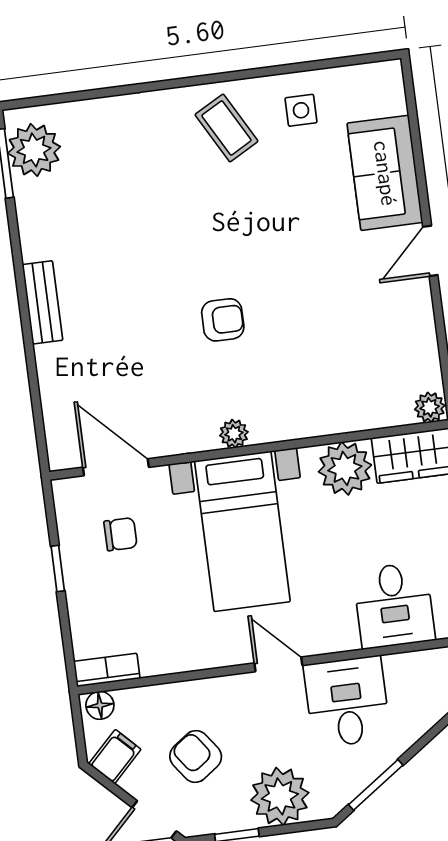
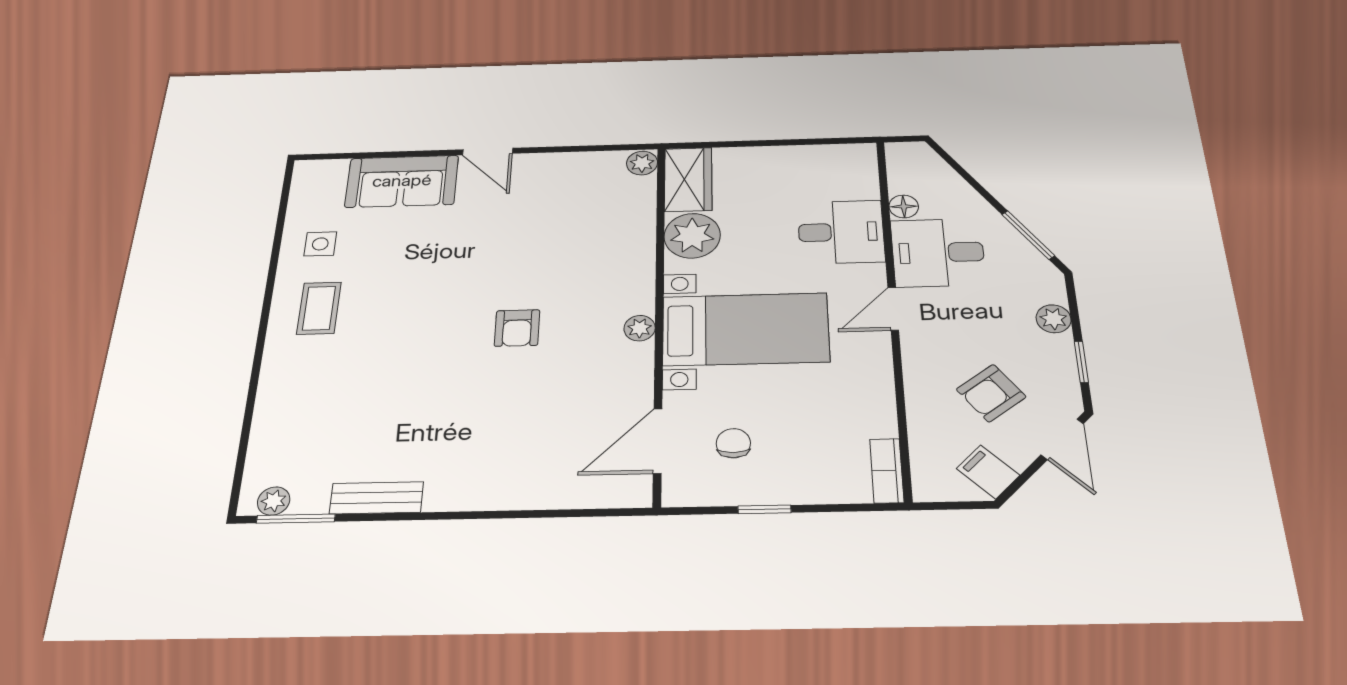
coffee table: (226, 128) -> (319, 308), turned -61
plant: (34, 150) -> (274, 501), width x0.53, depth x0.53
bench: (42, 302) -> (377, 498), moved
armchair: (223, 320) -> (517, 328), turned 180
desk: (394, 605) -> (841, 232), moved
floor lamp: (100, 705) -> (904, 206), moved
plant: (280, 796) -> (1054, 319), width x0.53, depth x0.53

